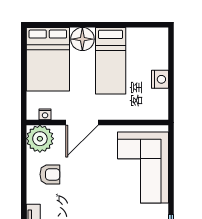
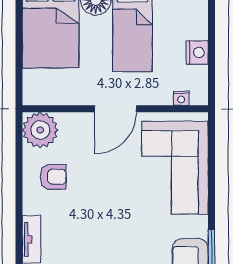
nightstand: (45, 114) -> (181, 98), moved
door: (82, 122) -> (115, 109), moved

